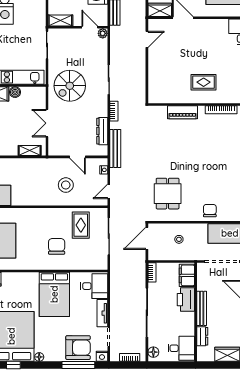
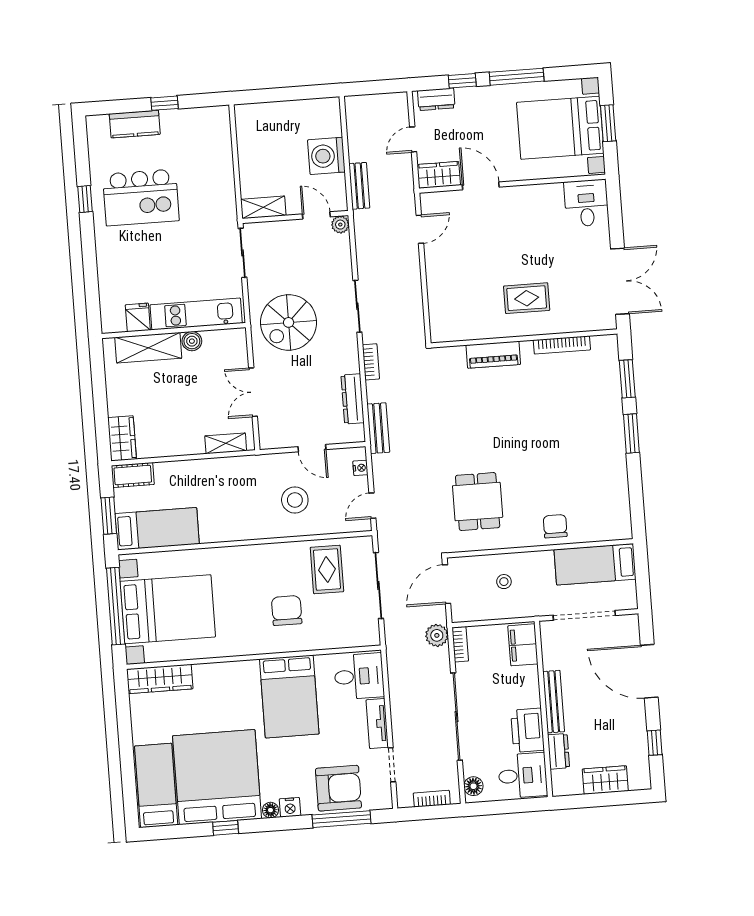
bench: (115, 148) -> (378, 428), width x0.73
plant: (139, 267) -> (437, 635), added
printer: (186, 300) -> (527, 730), moved
nightstand: (102, 356) -> (290, 807), moved

